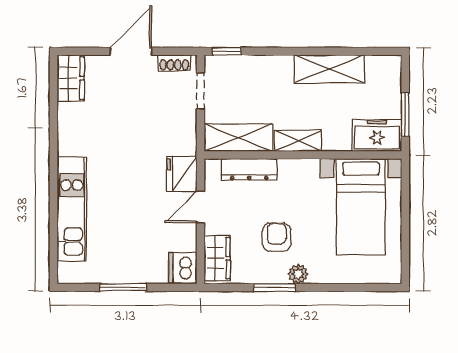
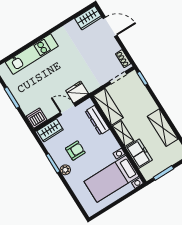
door: (131, 51) -> (110, 27), moved
freezer: (377, 135) -> (139, 154), moved

